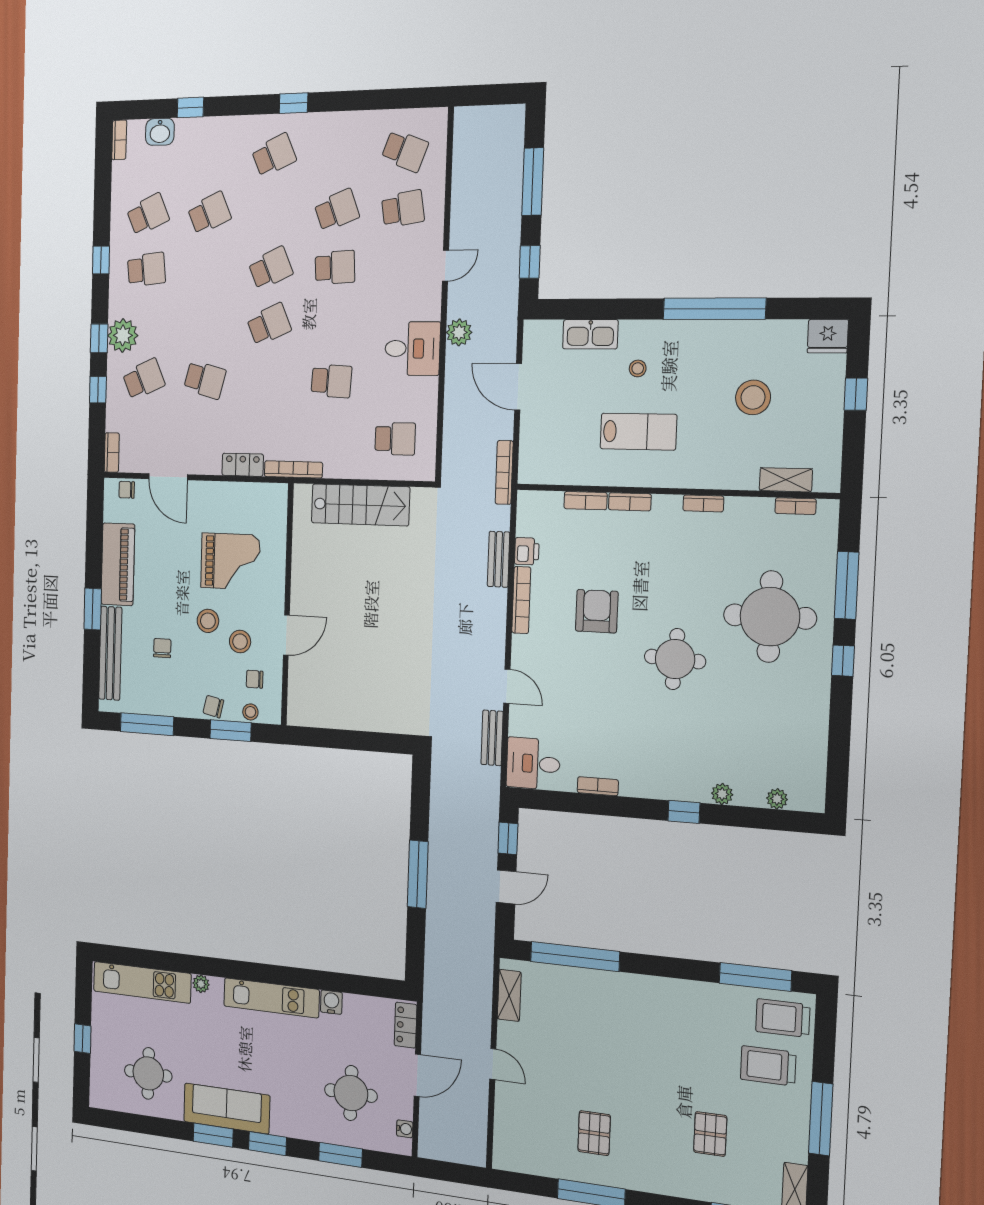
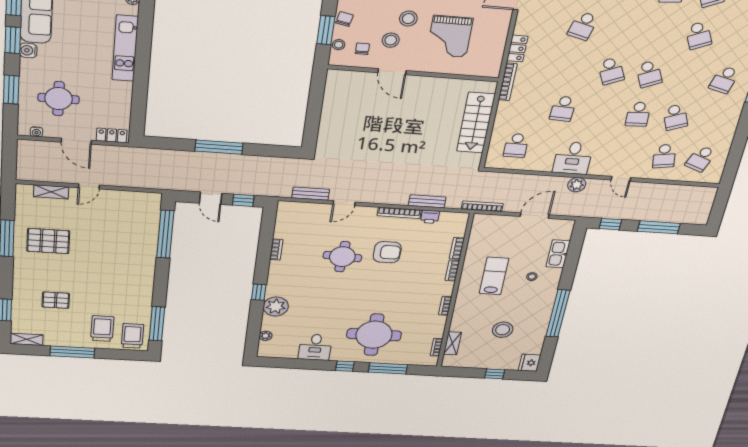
school desk: (274, 155) -> (724, 80), turned 39
lab bench: (638, 432) -> (494, 276), turned 180
round table: (675, 659) -> (342, 257), moved
desk: (533, 764) -> (315, 347), moved, turned 180
plant: (722, 794) -> (276, 306), width x1.88, depth x1.88
shelving: (509, 995) -> (51, 192), moved
water cooler: (331, 1002) -> (28, 50), moved, turned 180
pallet: (594, 1133) -> (48, 241), width x1.50, depth x1.42

